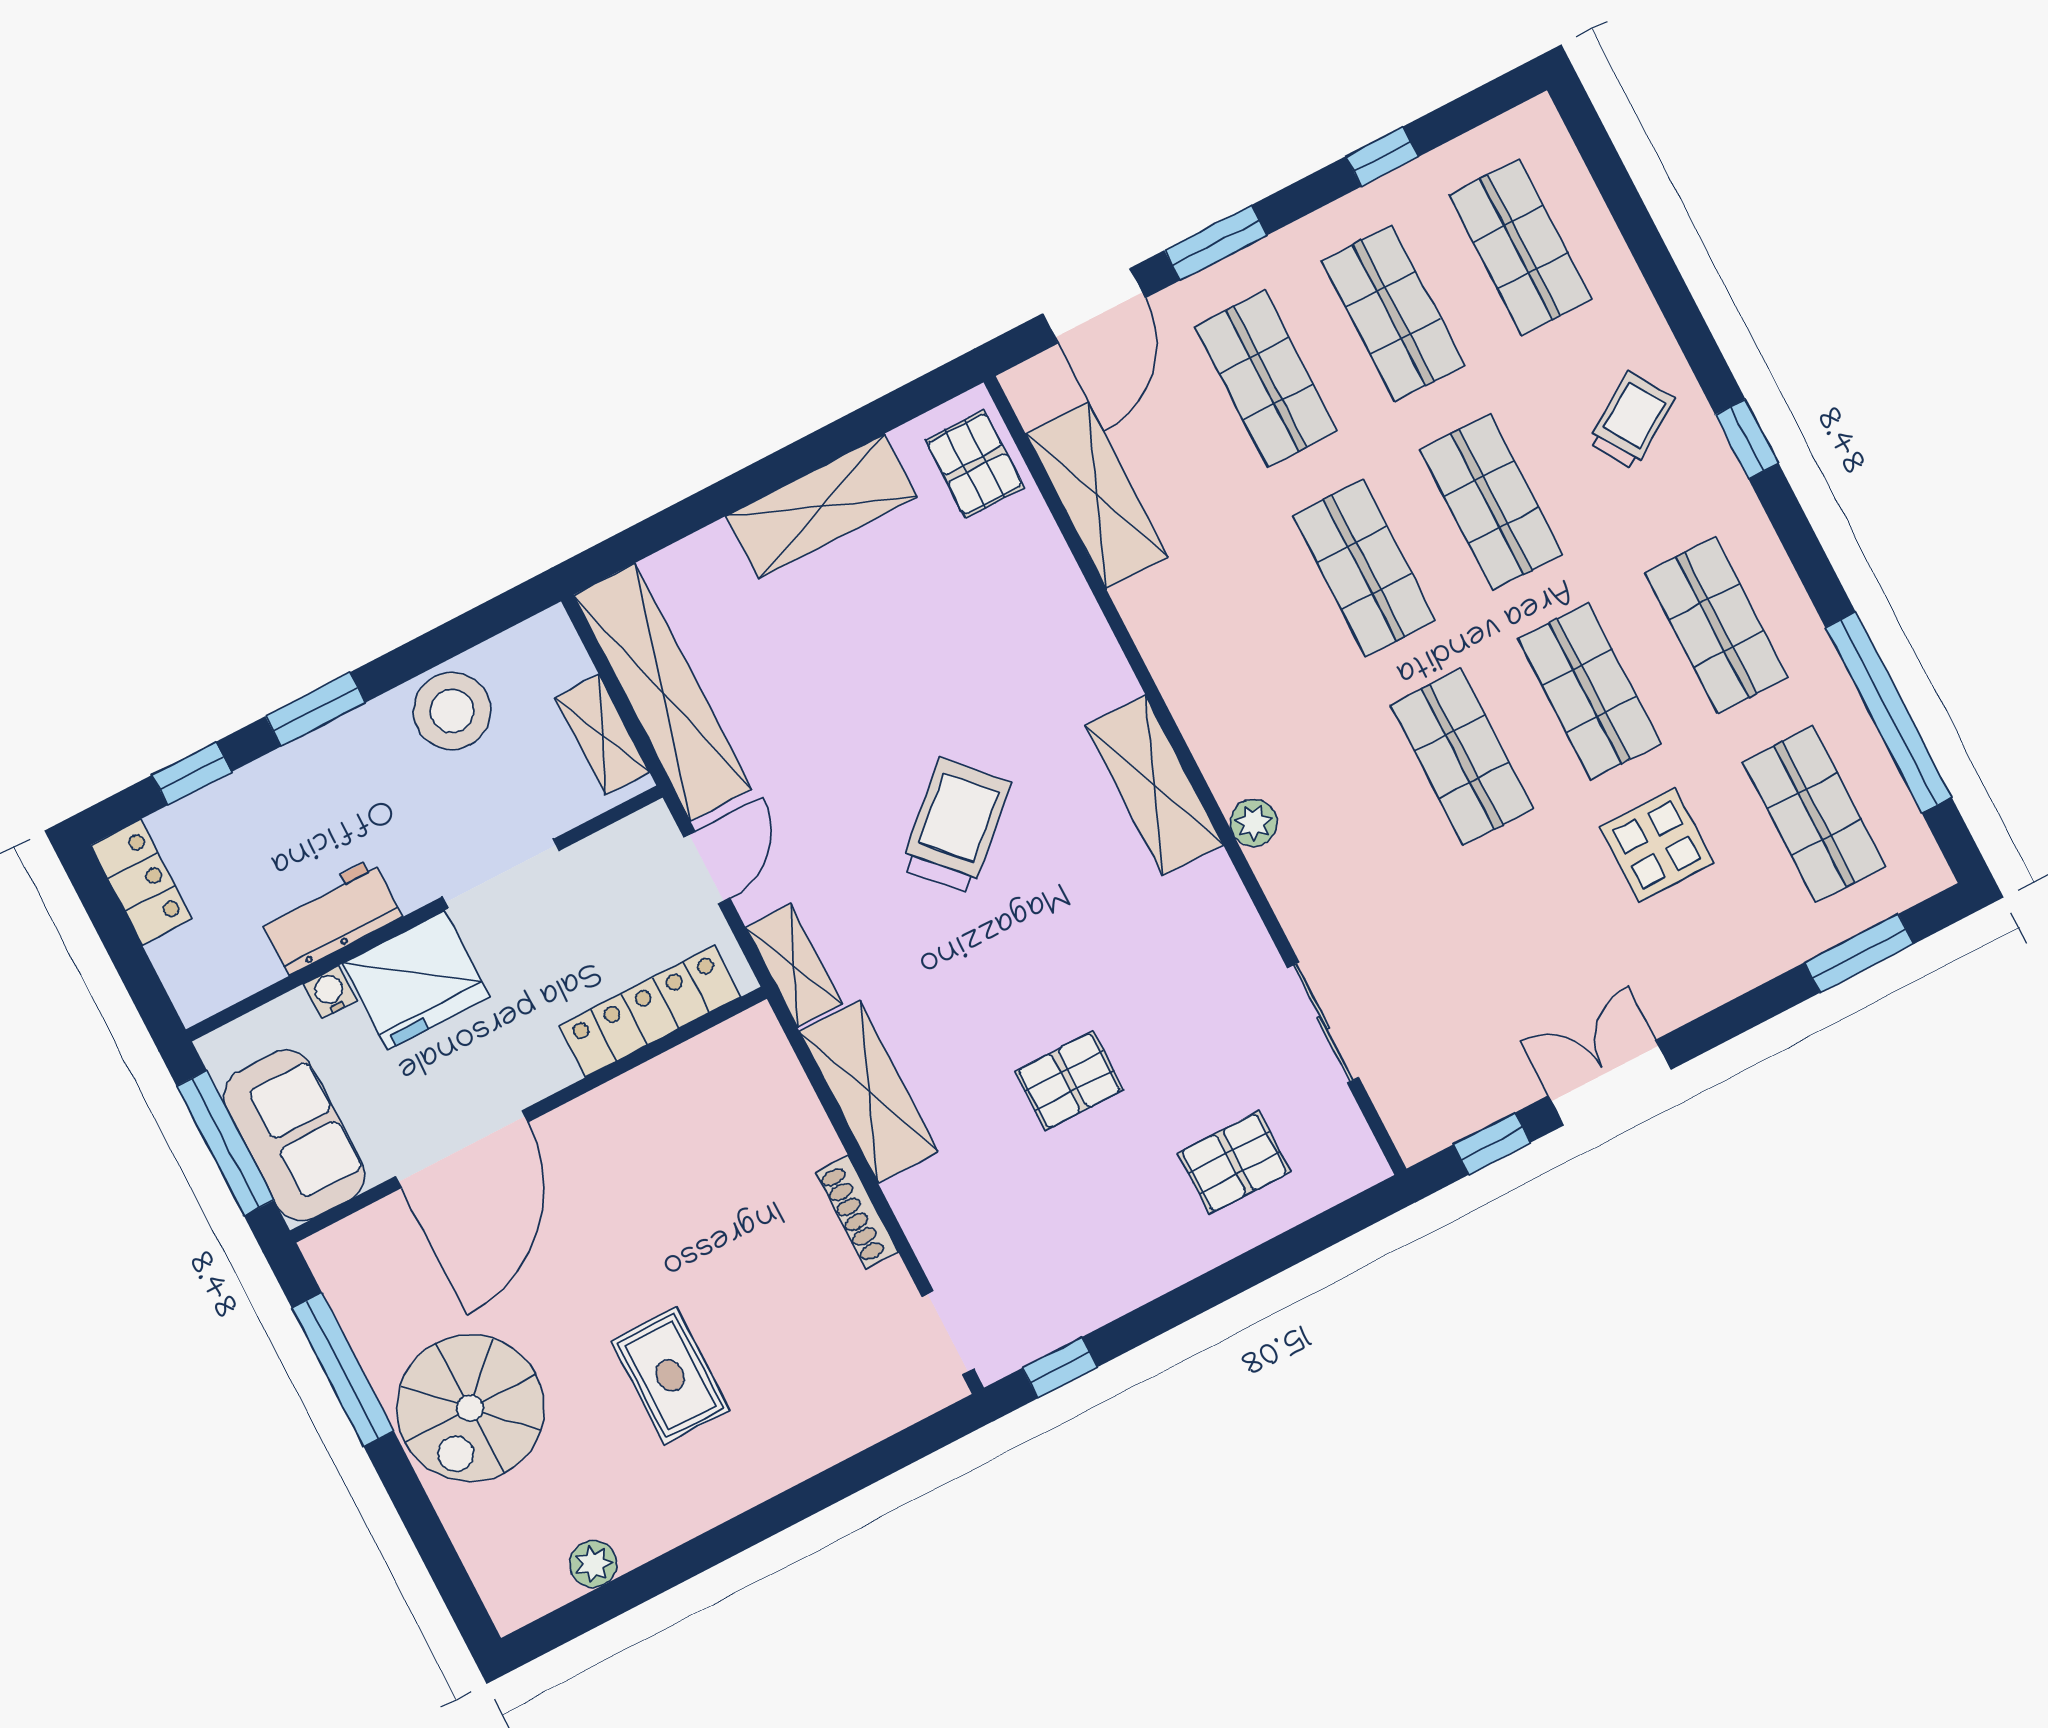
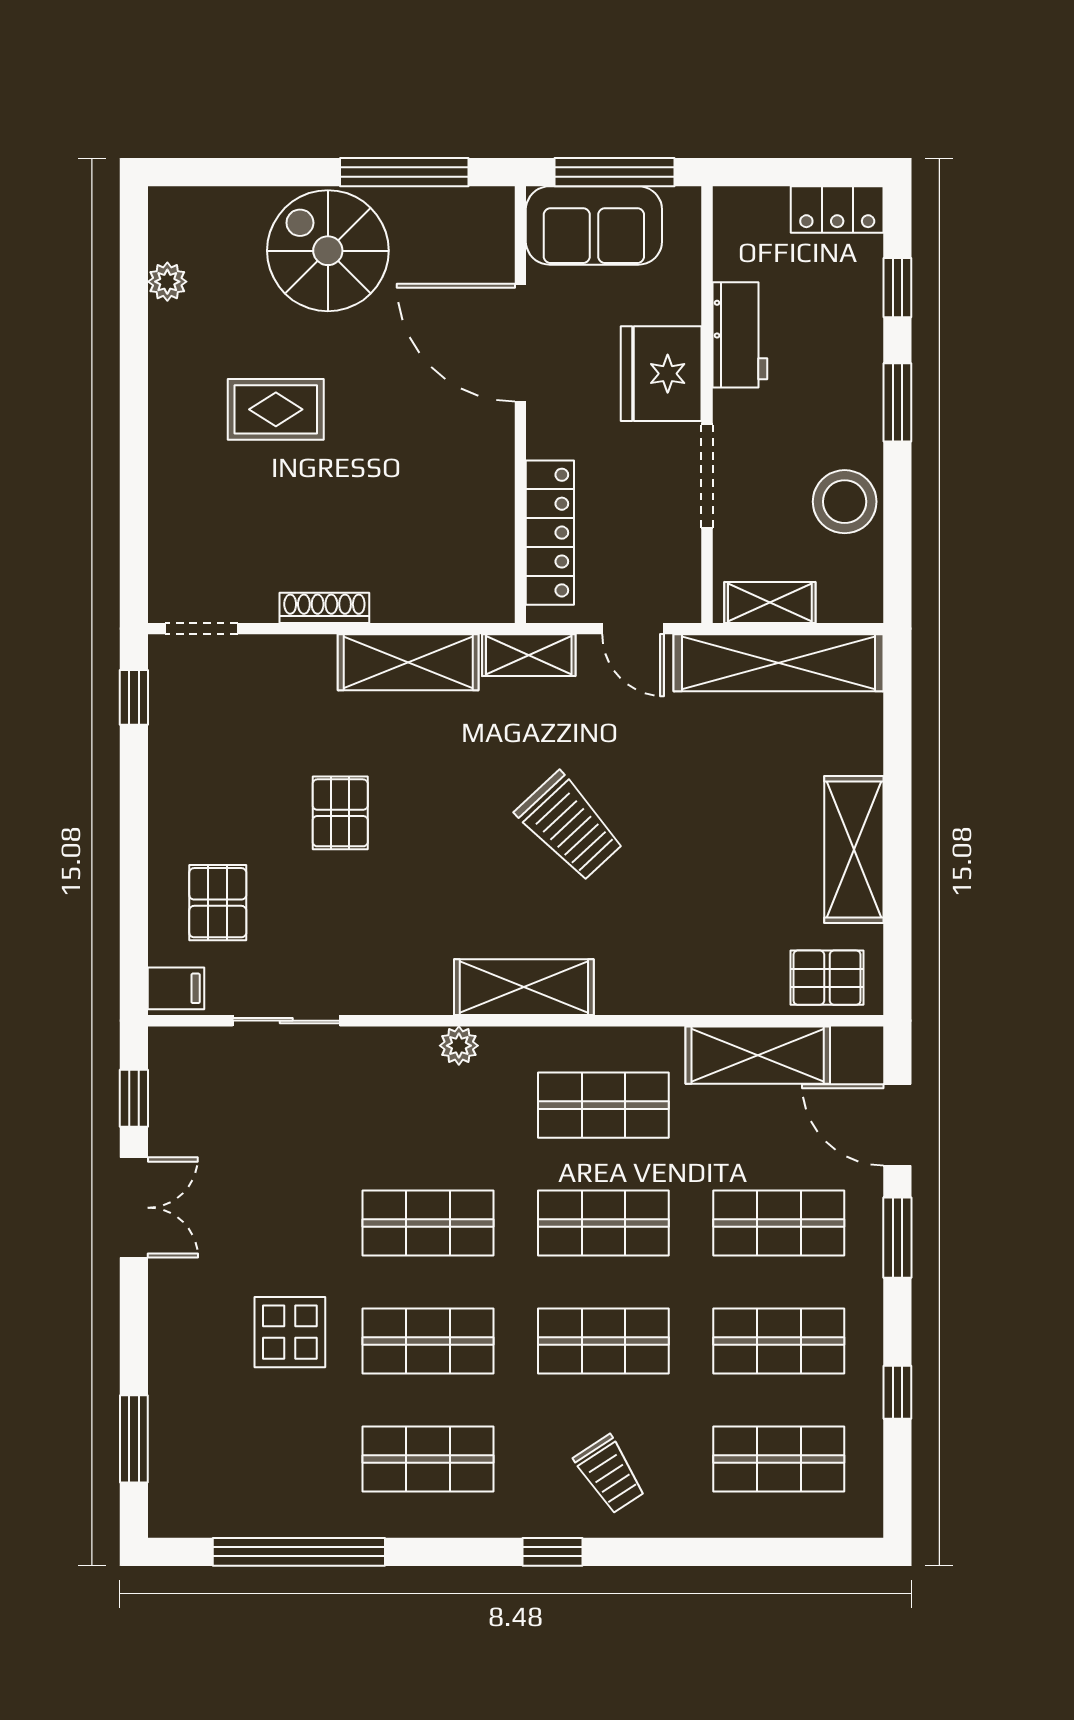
shop shelf: (1814, 814) -> (603, 1105), moved
water cooler: (330, 992) -> (685, 306), removed
filing cabinet: (1350, 1160) -> (176, 988), added

